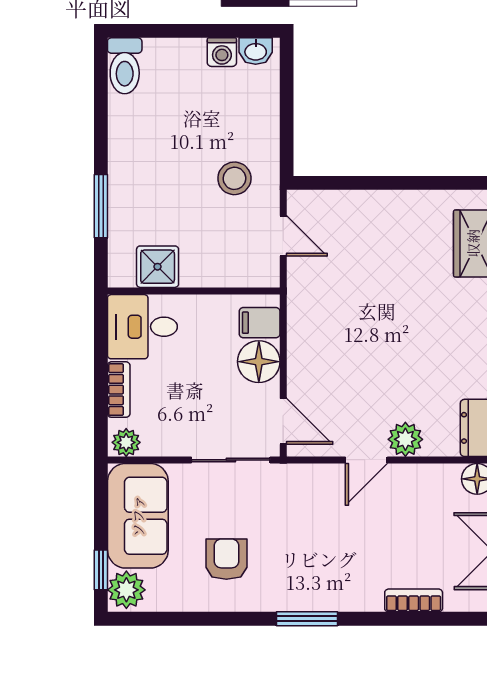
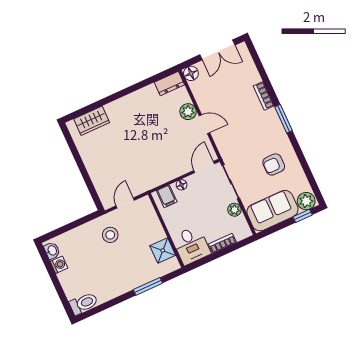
floor lamp: (259, 362) -> (182, 185), width x0.53, depth x0.53
plant: (126, 442) -> (234, 210), moved
bookcase: (414, 600) -> (264, 96), moved

